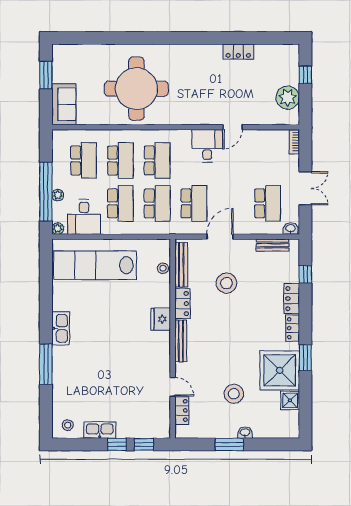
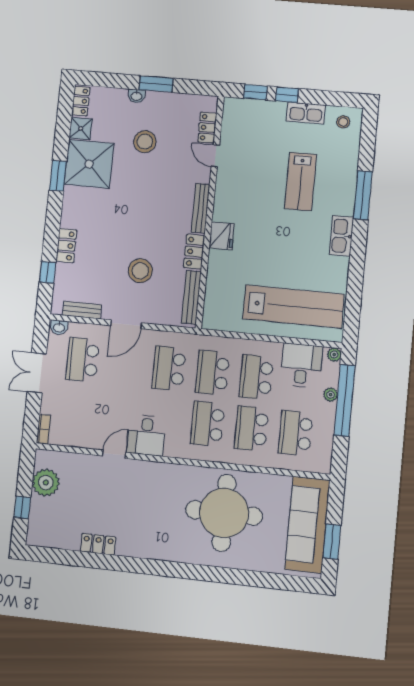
sofa: (64, 104) -> (307, 525), width x1.85, depth x1.27
door: (220, 237) -> (126, 324), moved
stool: (163, 268) -> (213, 295), removed
locker: (293, 328) -> (81, 101), moved
lab bench: (99, 371) -> (301, 182), added

